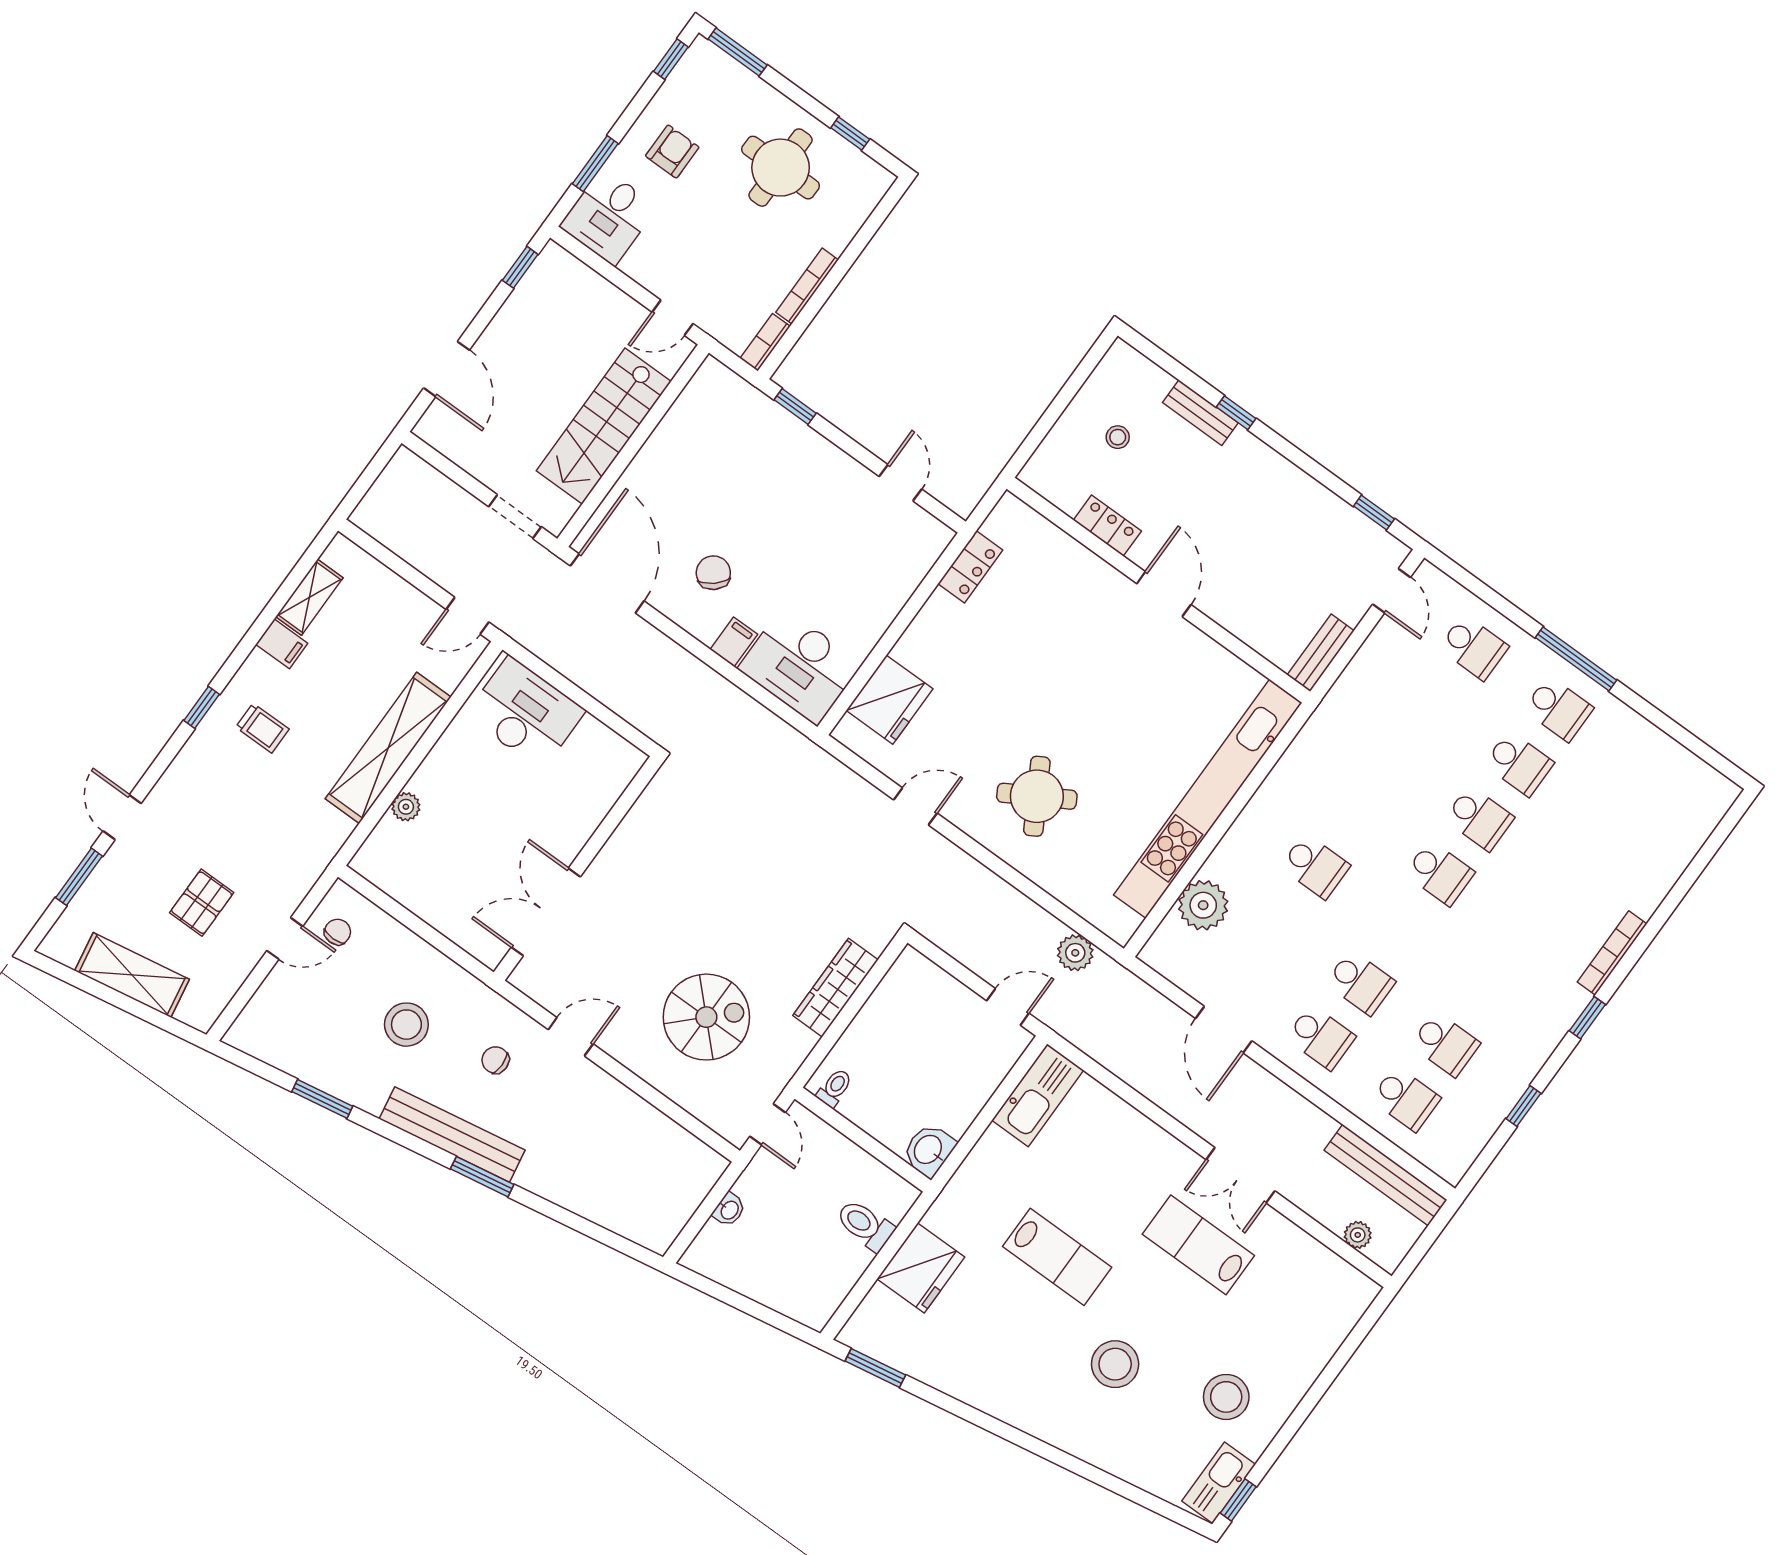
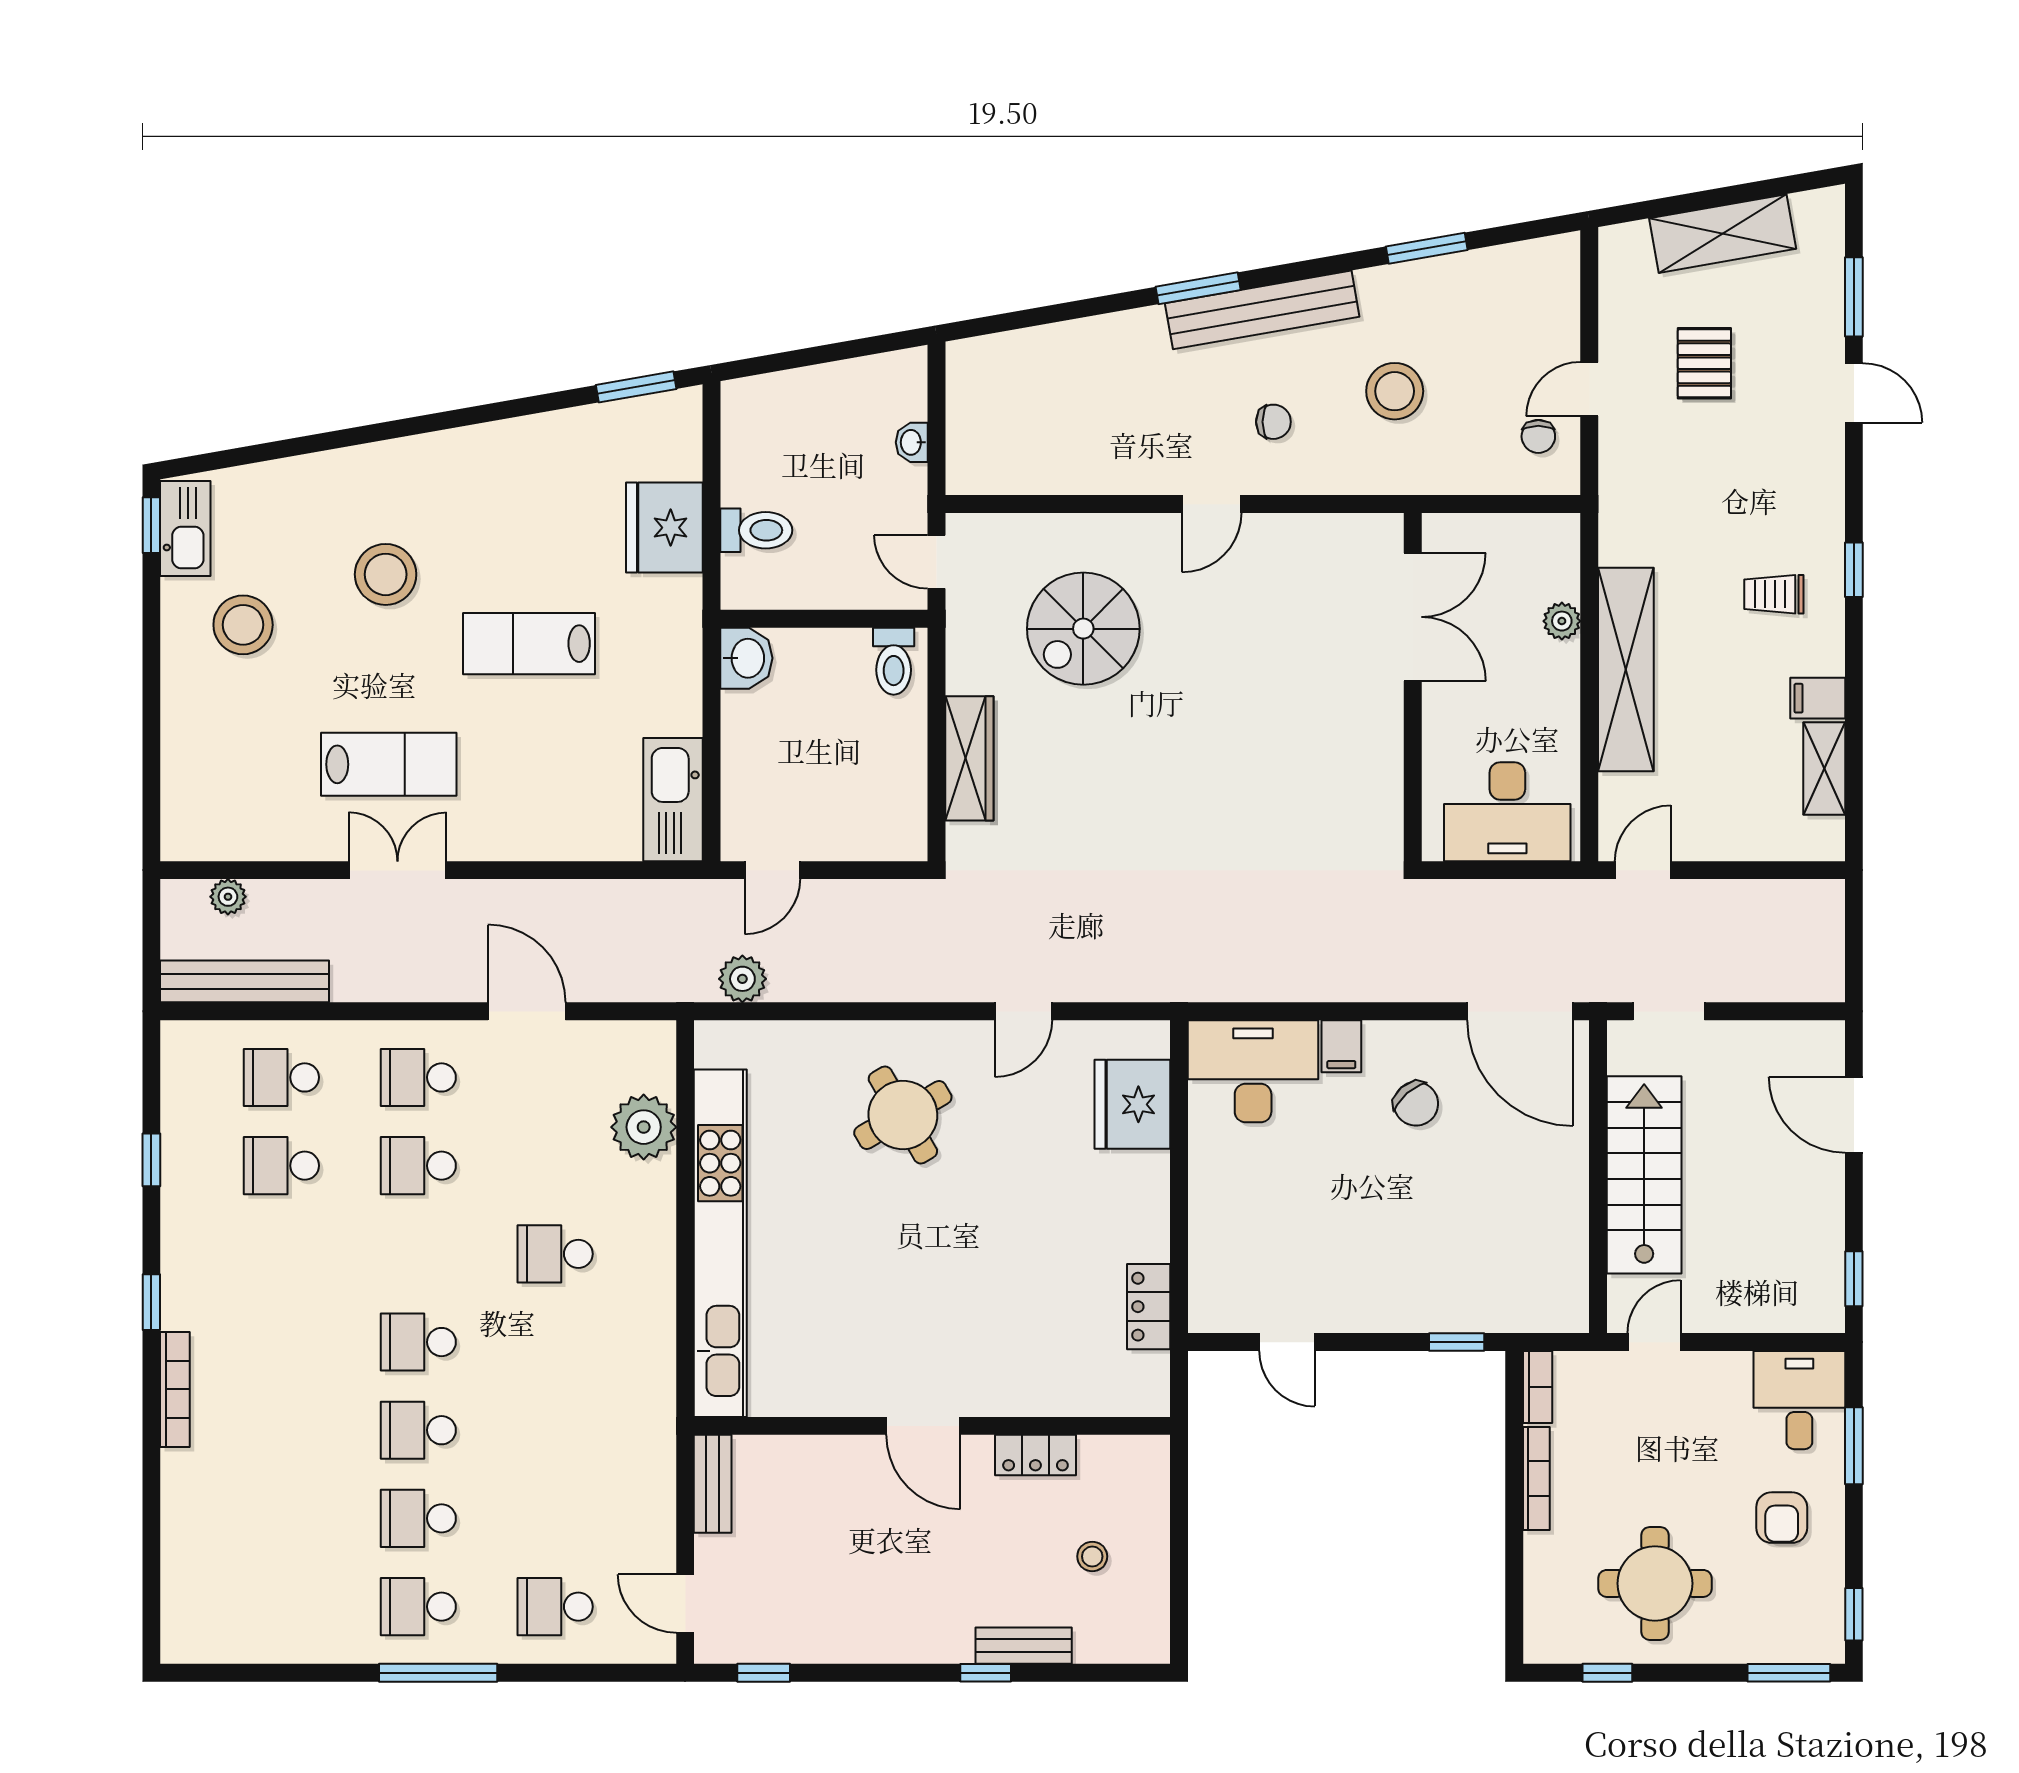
wall: (577, 868) -> (1413, 687), moved
double door: (546, 912) -> (1413, 617), moved
toilet: (834, 1088) -> (894, 661), width x1.37, depth x1.39

